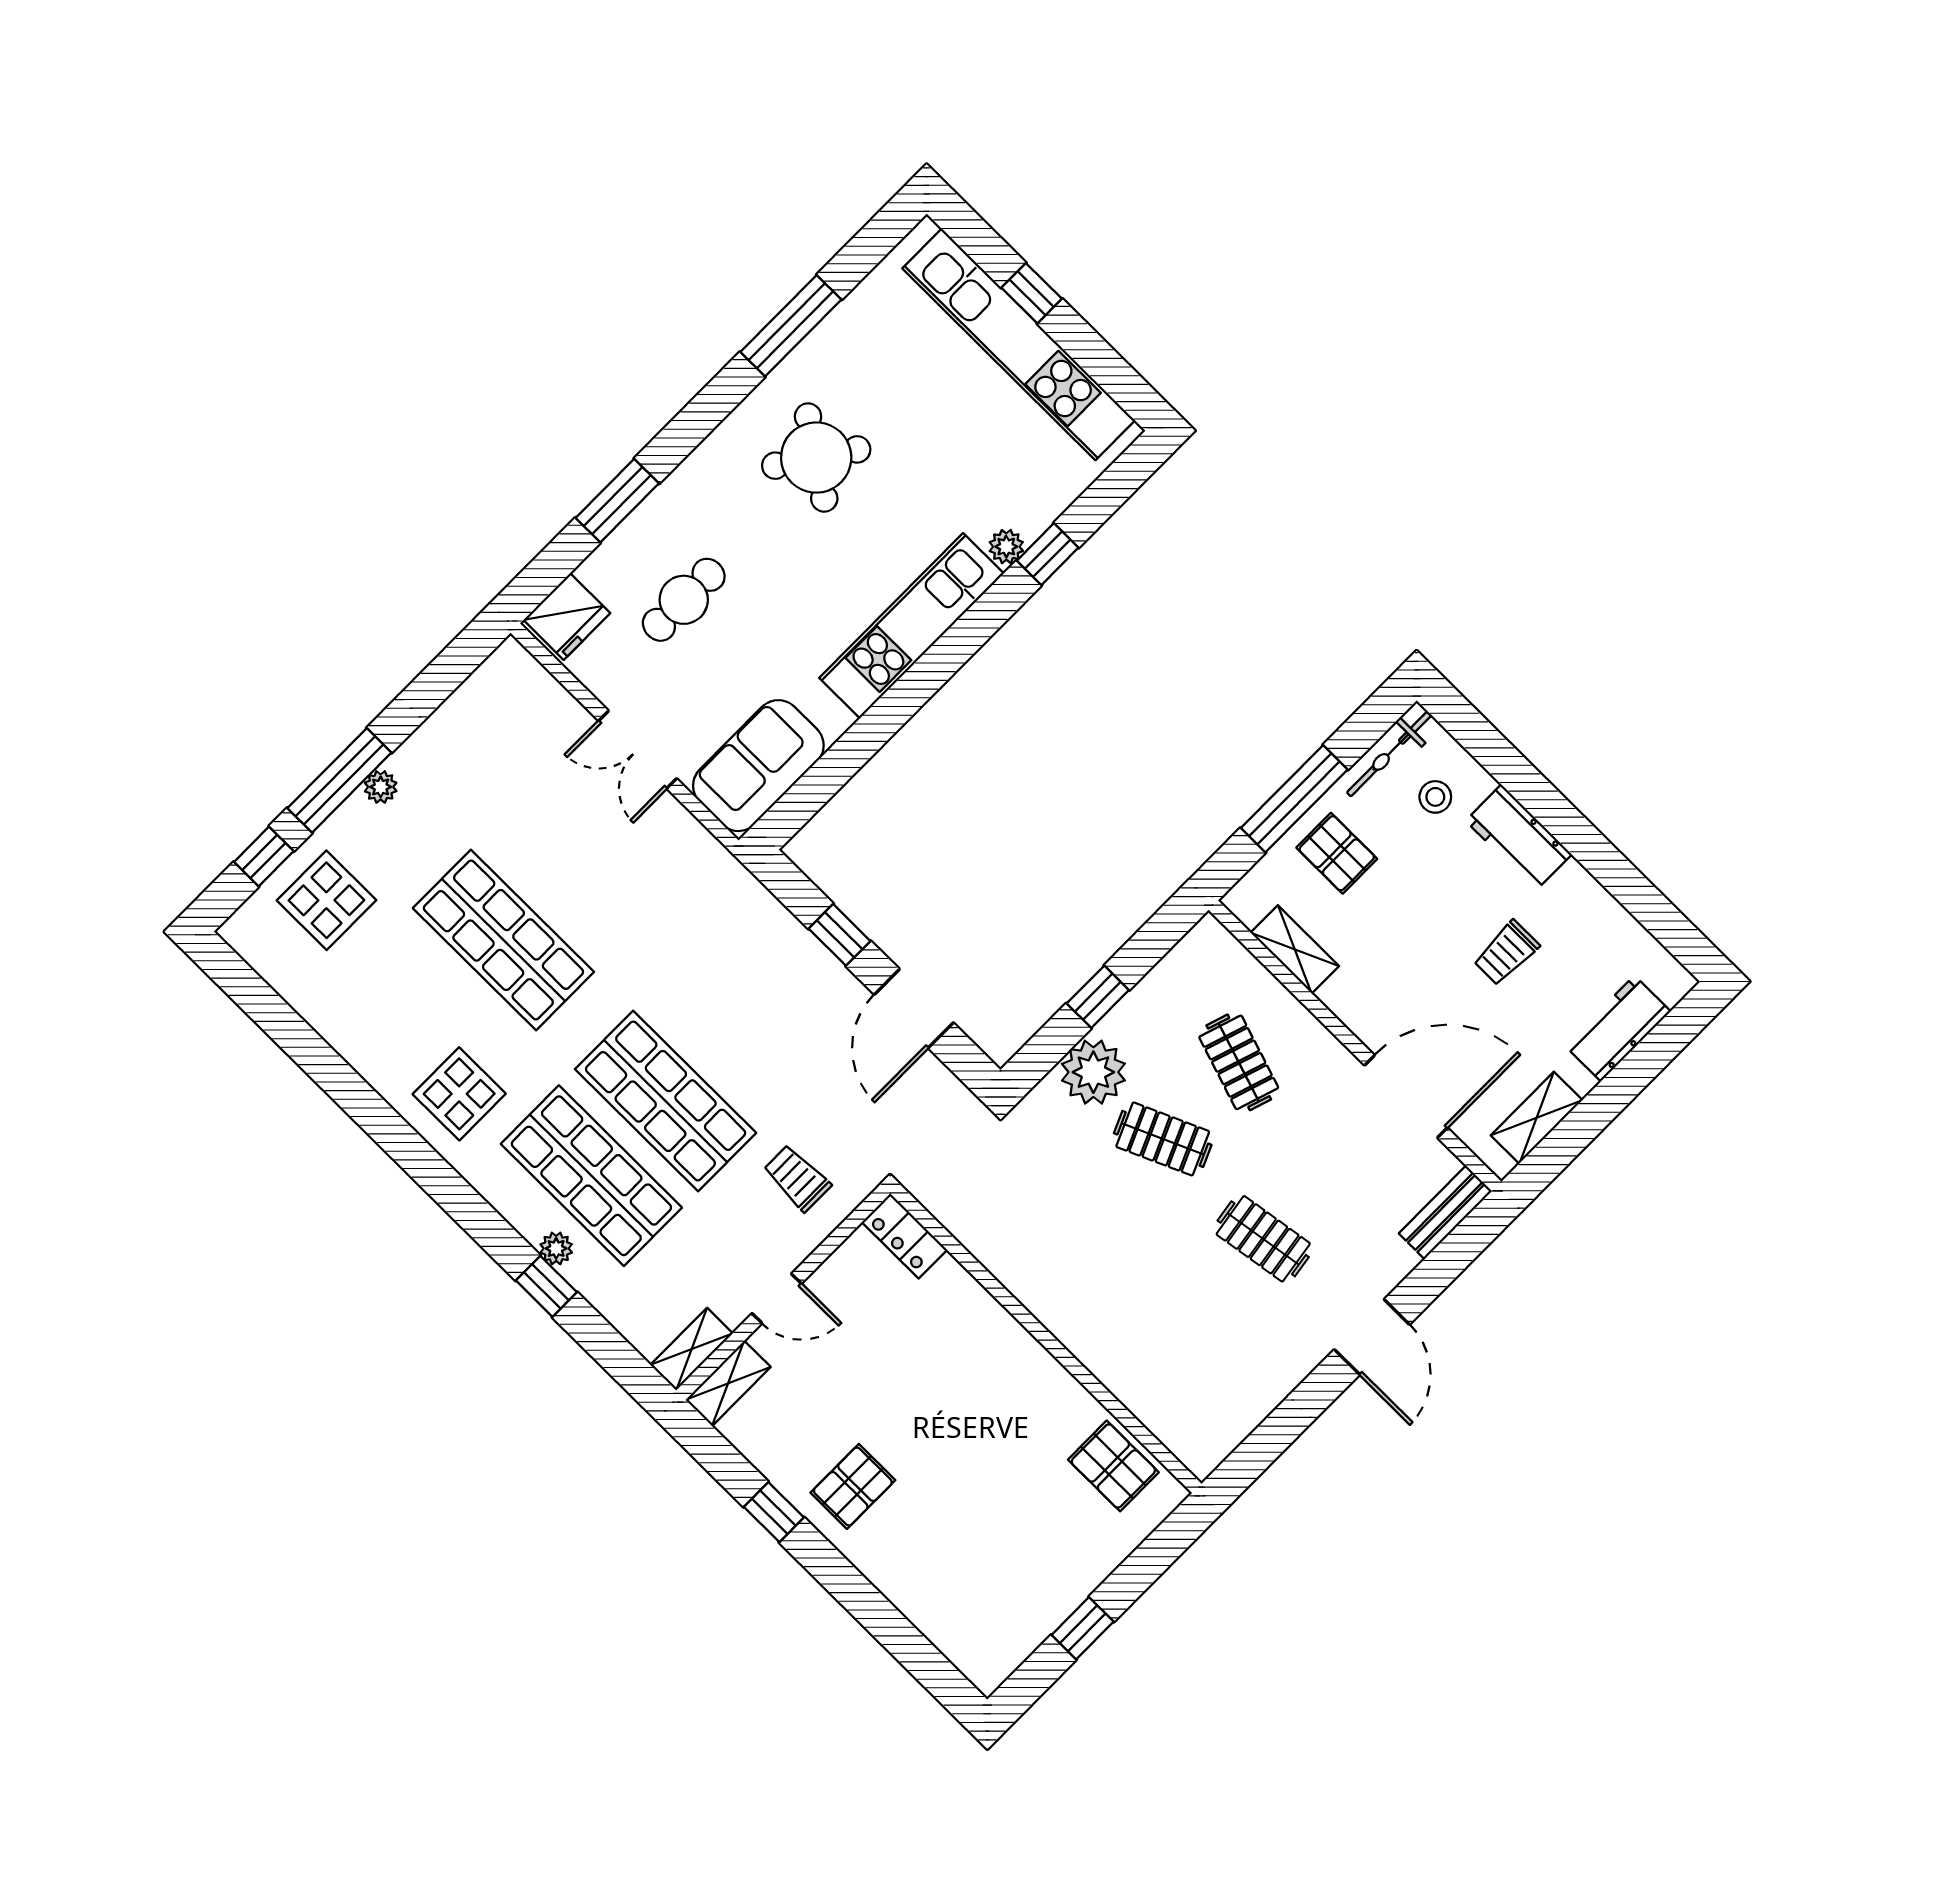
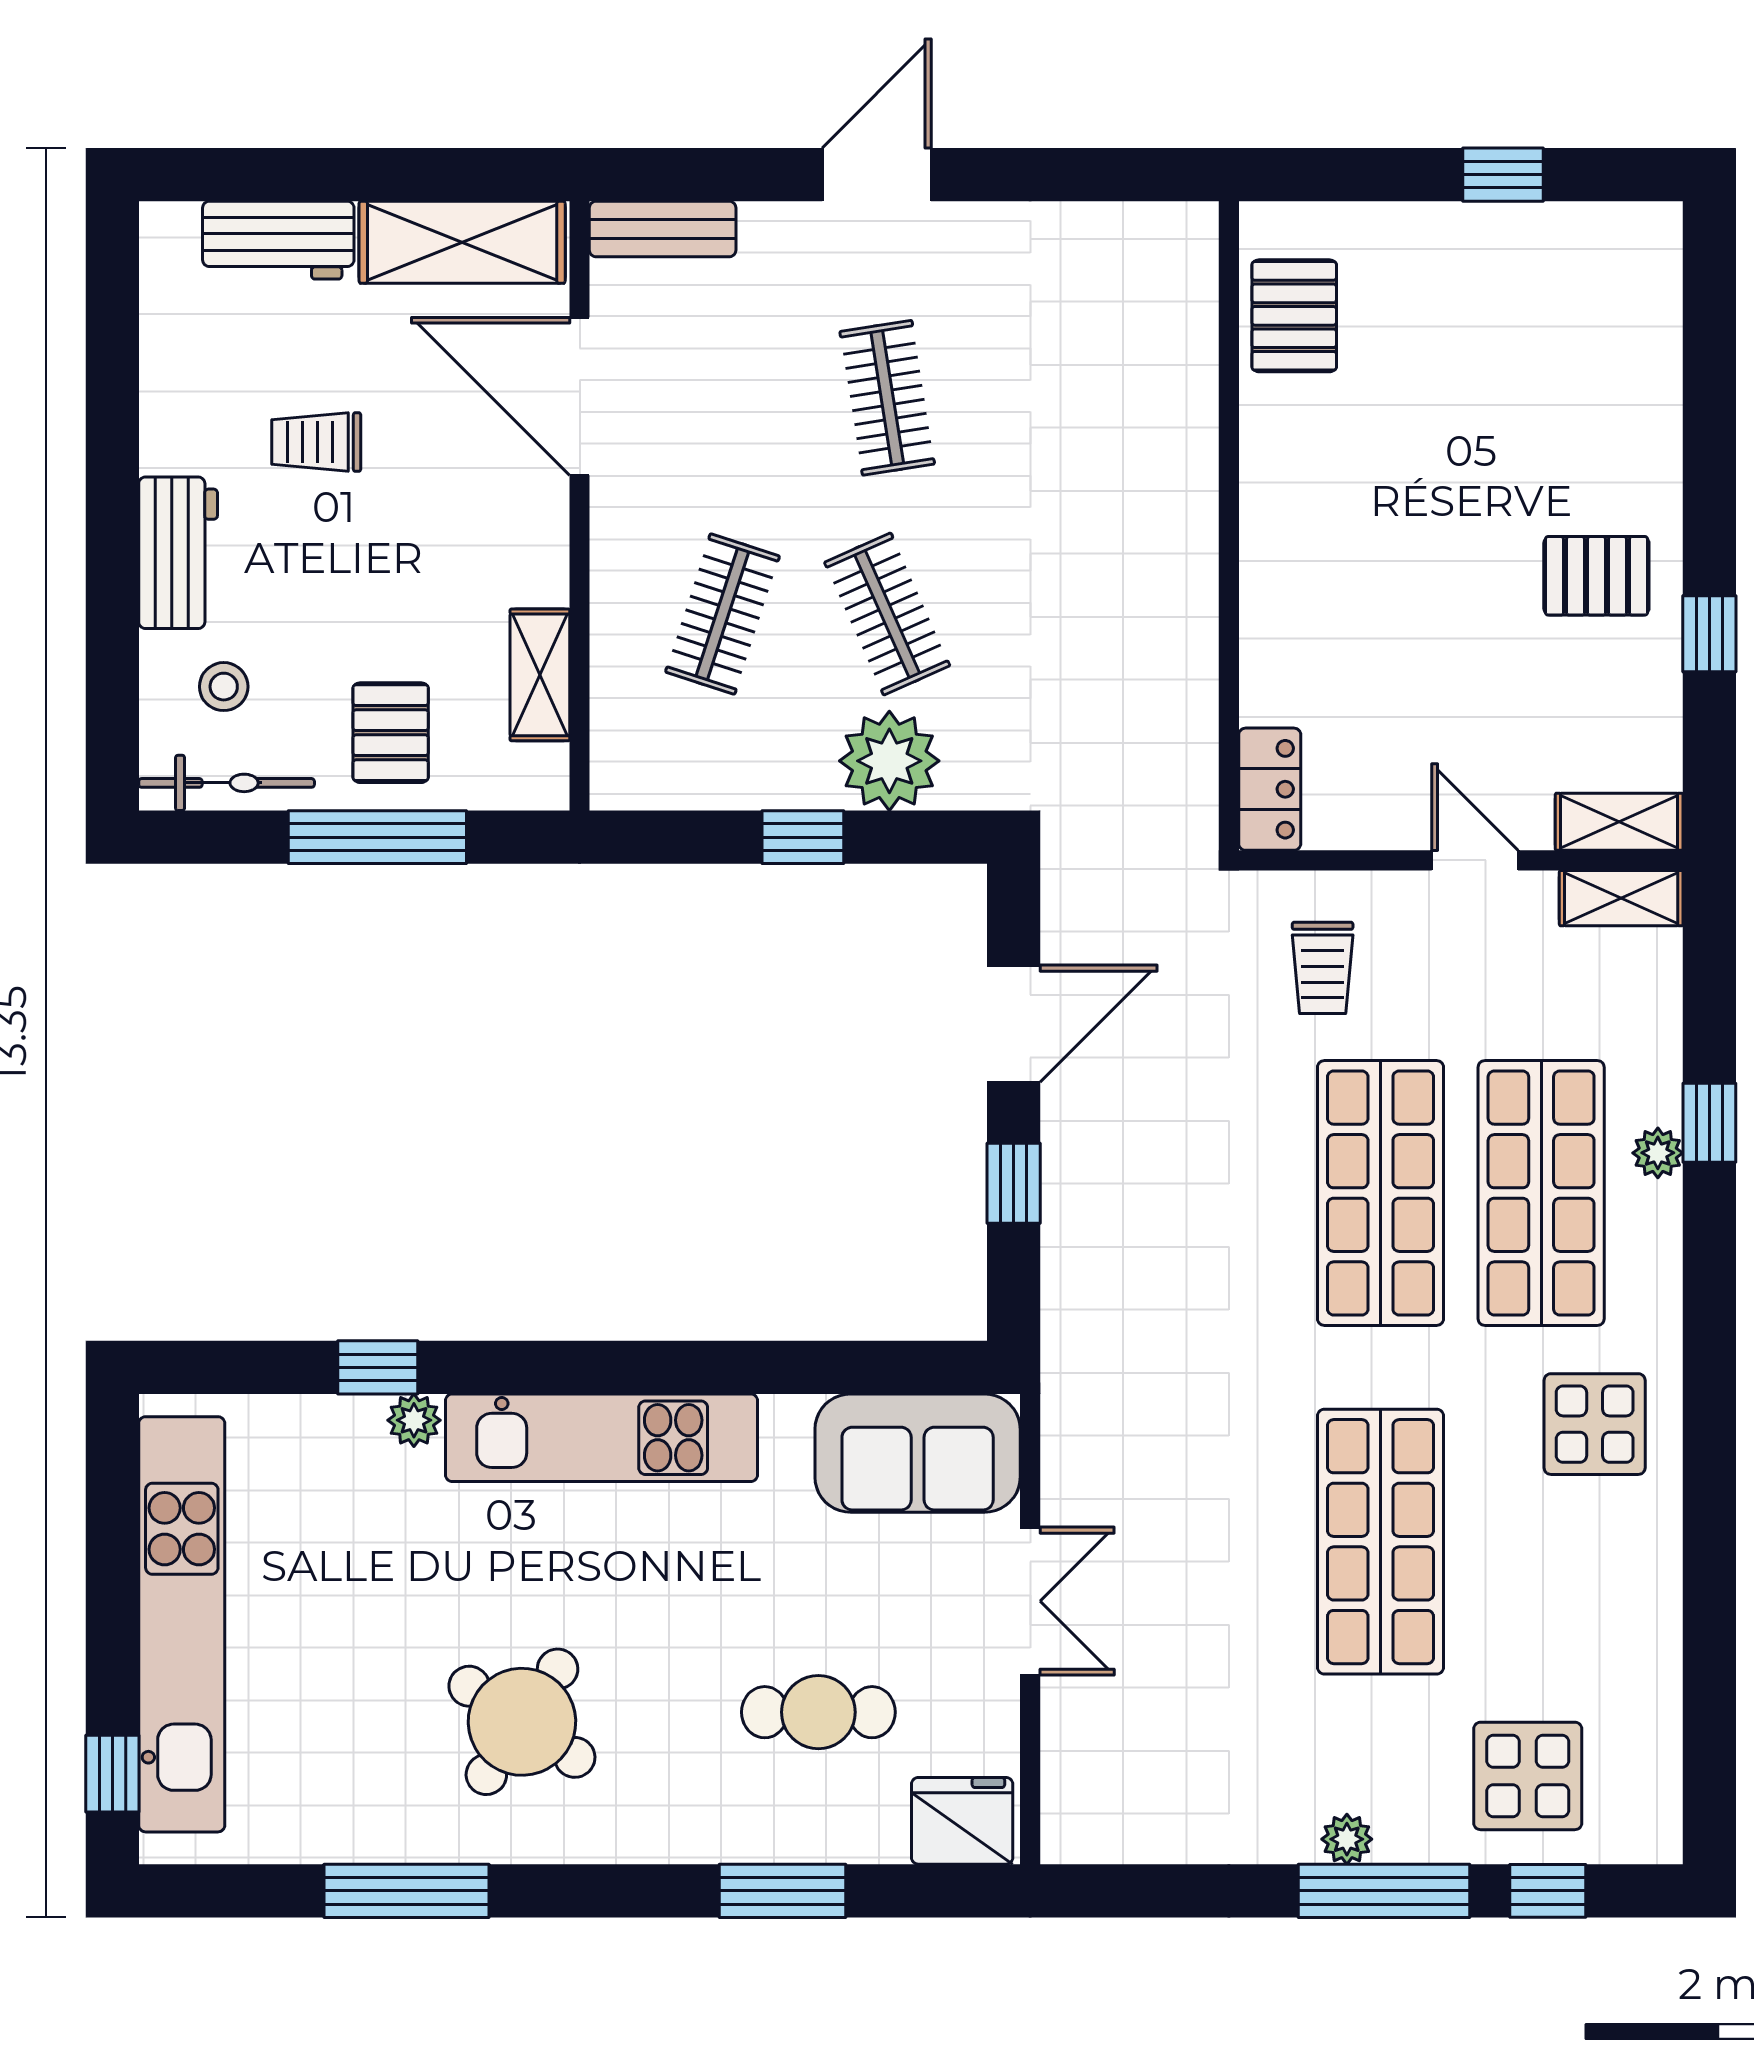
window: (1032, 293) -> (112, 1774), moved
trolley: (1506, 953) -> (316, 442), turned 180
shelving: (1537, 1118) -> (462, 242), width x1.50, depth x1.33

